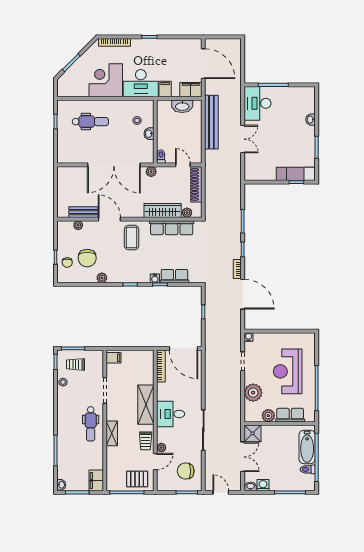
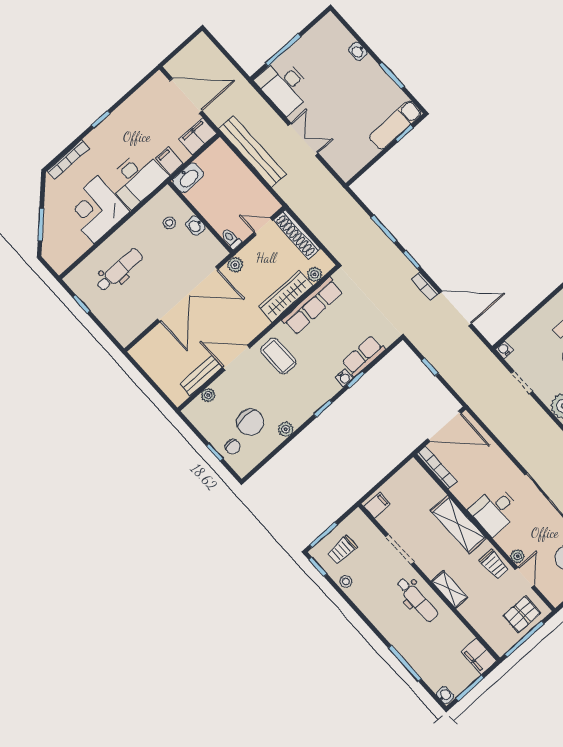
washbasin: (182, 106) -> (188, 178), moved

